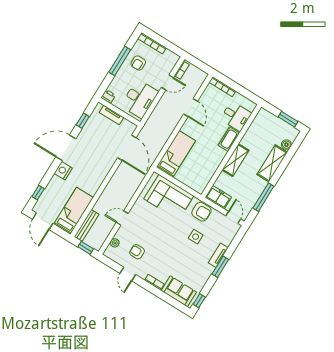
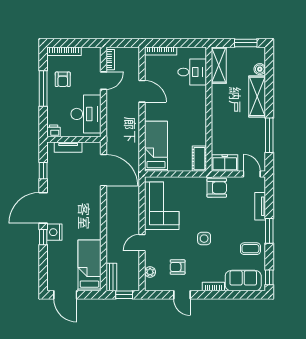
cot: (229, 139) -> (199, 159), moved
shelving: (235, 160) -> (219, 65), moved
window: (38, 193) -> (43, 237), moved
corner sofa: (169, 197) -> (162, 206), moved, turned -90
bench: (87, 225) -> (111, 277), width x0.73
side table: (196, 237) -> (204, 239), moved
tv unit: (218, 255) -> (260, 206), moved
coffee table: (199, 271) -> (250, 249), added

